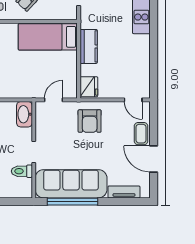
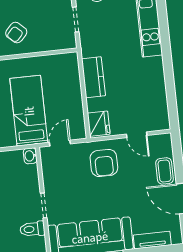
bed: (48, 37) -> (29, 111), moved, turned 90
door: (133, 100) -> (137, 135), moved
washbasin: (24, 114) -> (30, 156), width x0.52, depth x0.69

